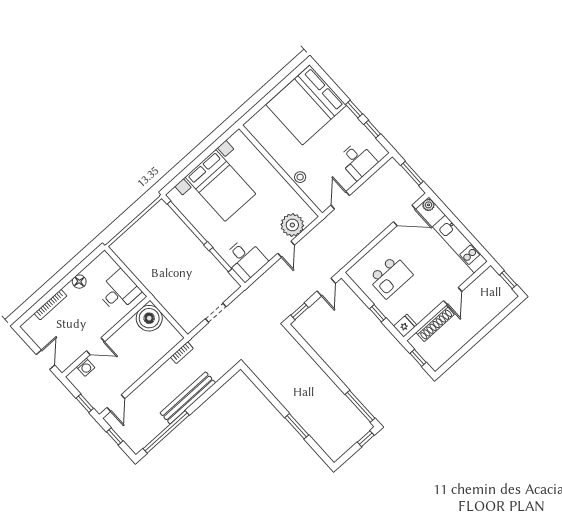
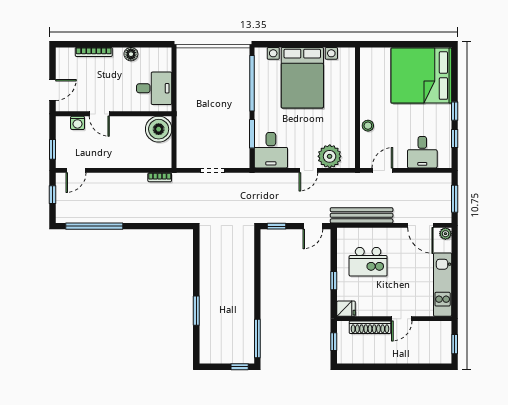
bench: (188, 398) -> (362, 215), moved

